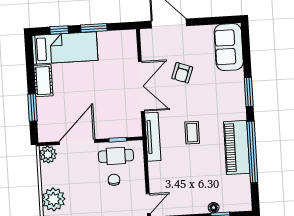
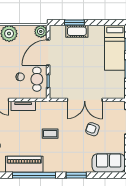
cot: (43, 81) -> (77, 31), moved
tv unit: (153, 137) -> (23, 106), moved, width x0.71
door: (77, 142) -> (48, 53), swing flipped
piano: (237, 147) -> (24, 164), moved

